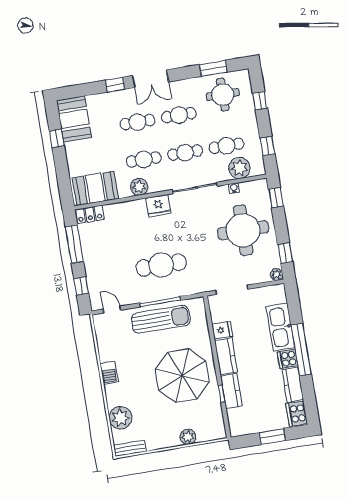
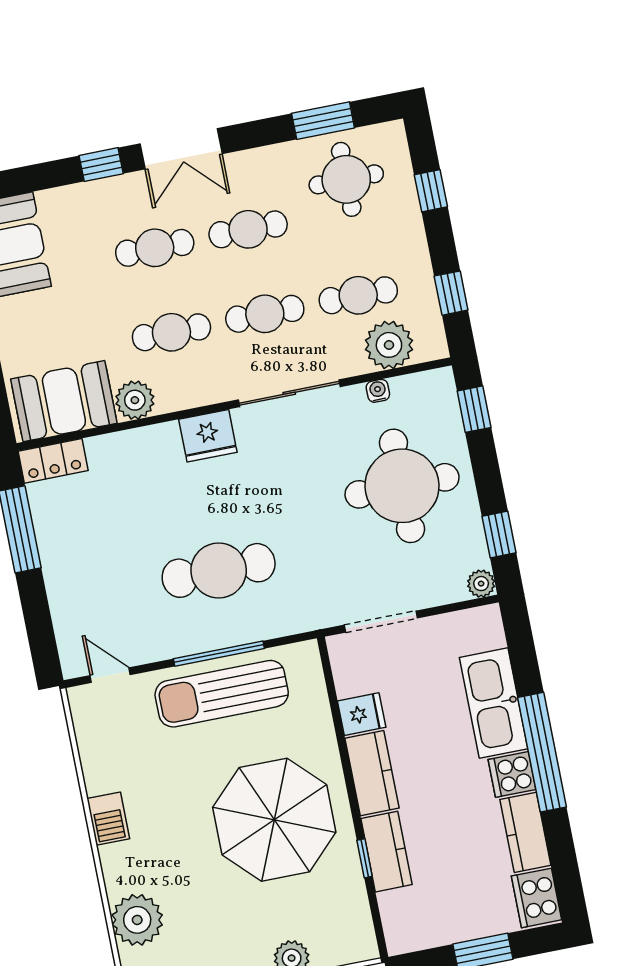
plant: (139, 187) -> (135, 400), moved
window: (81, 286) -> (39, 624), removed
sun lounger: (161, 319) -> (222, 694), turned 180

